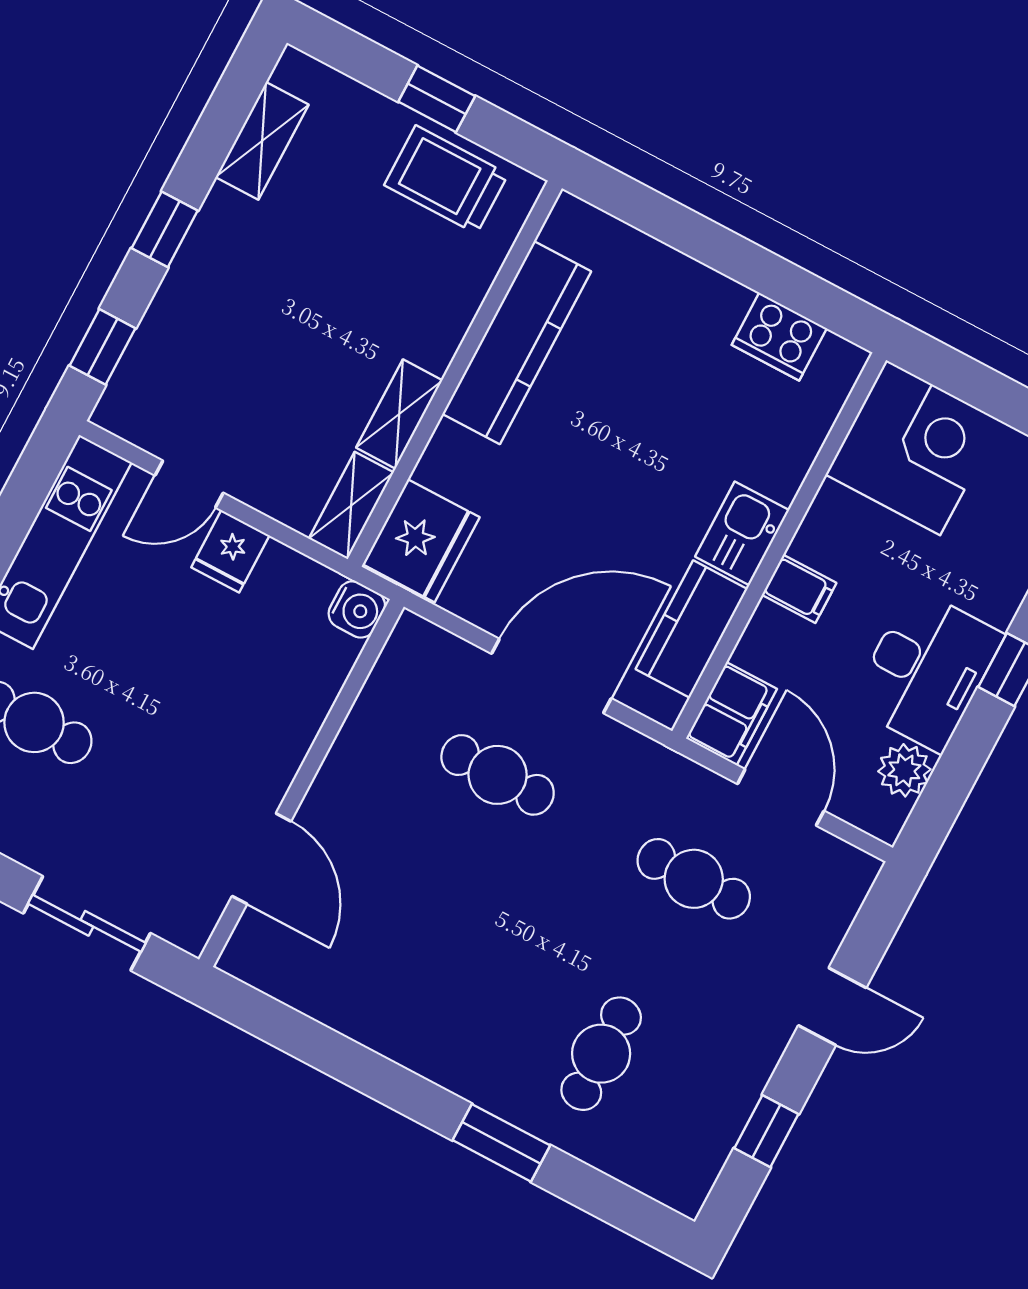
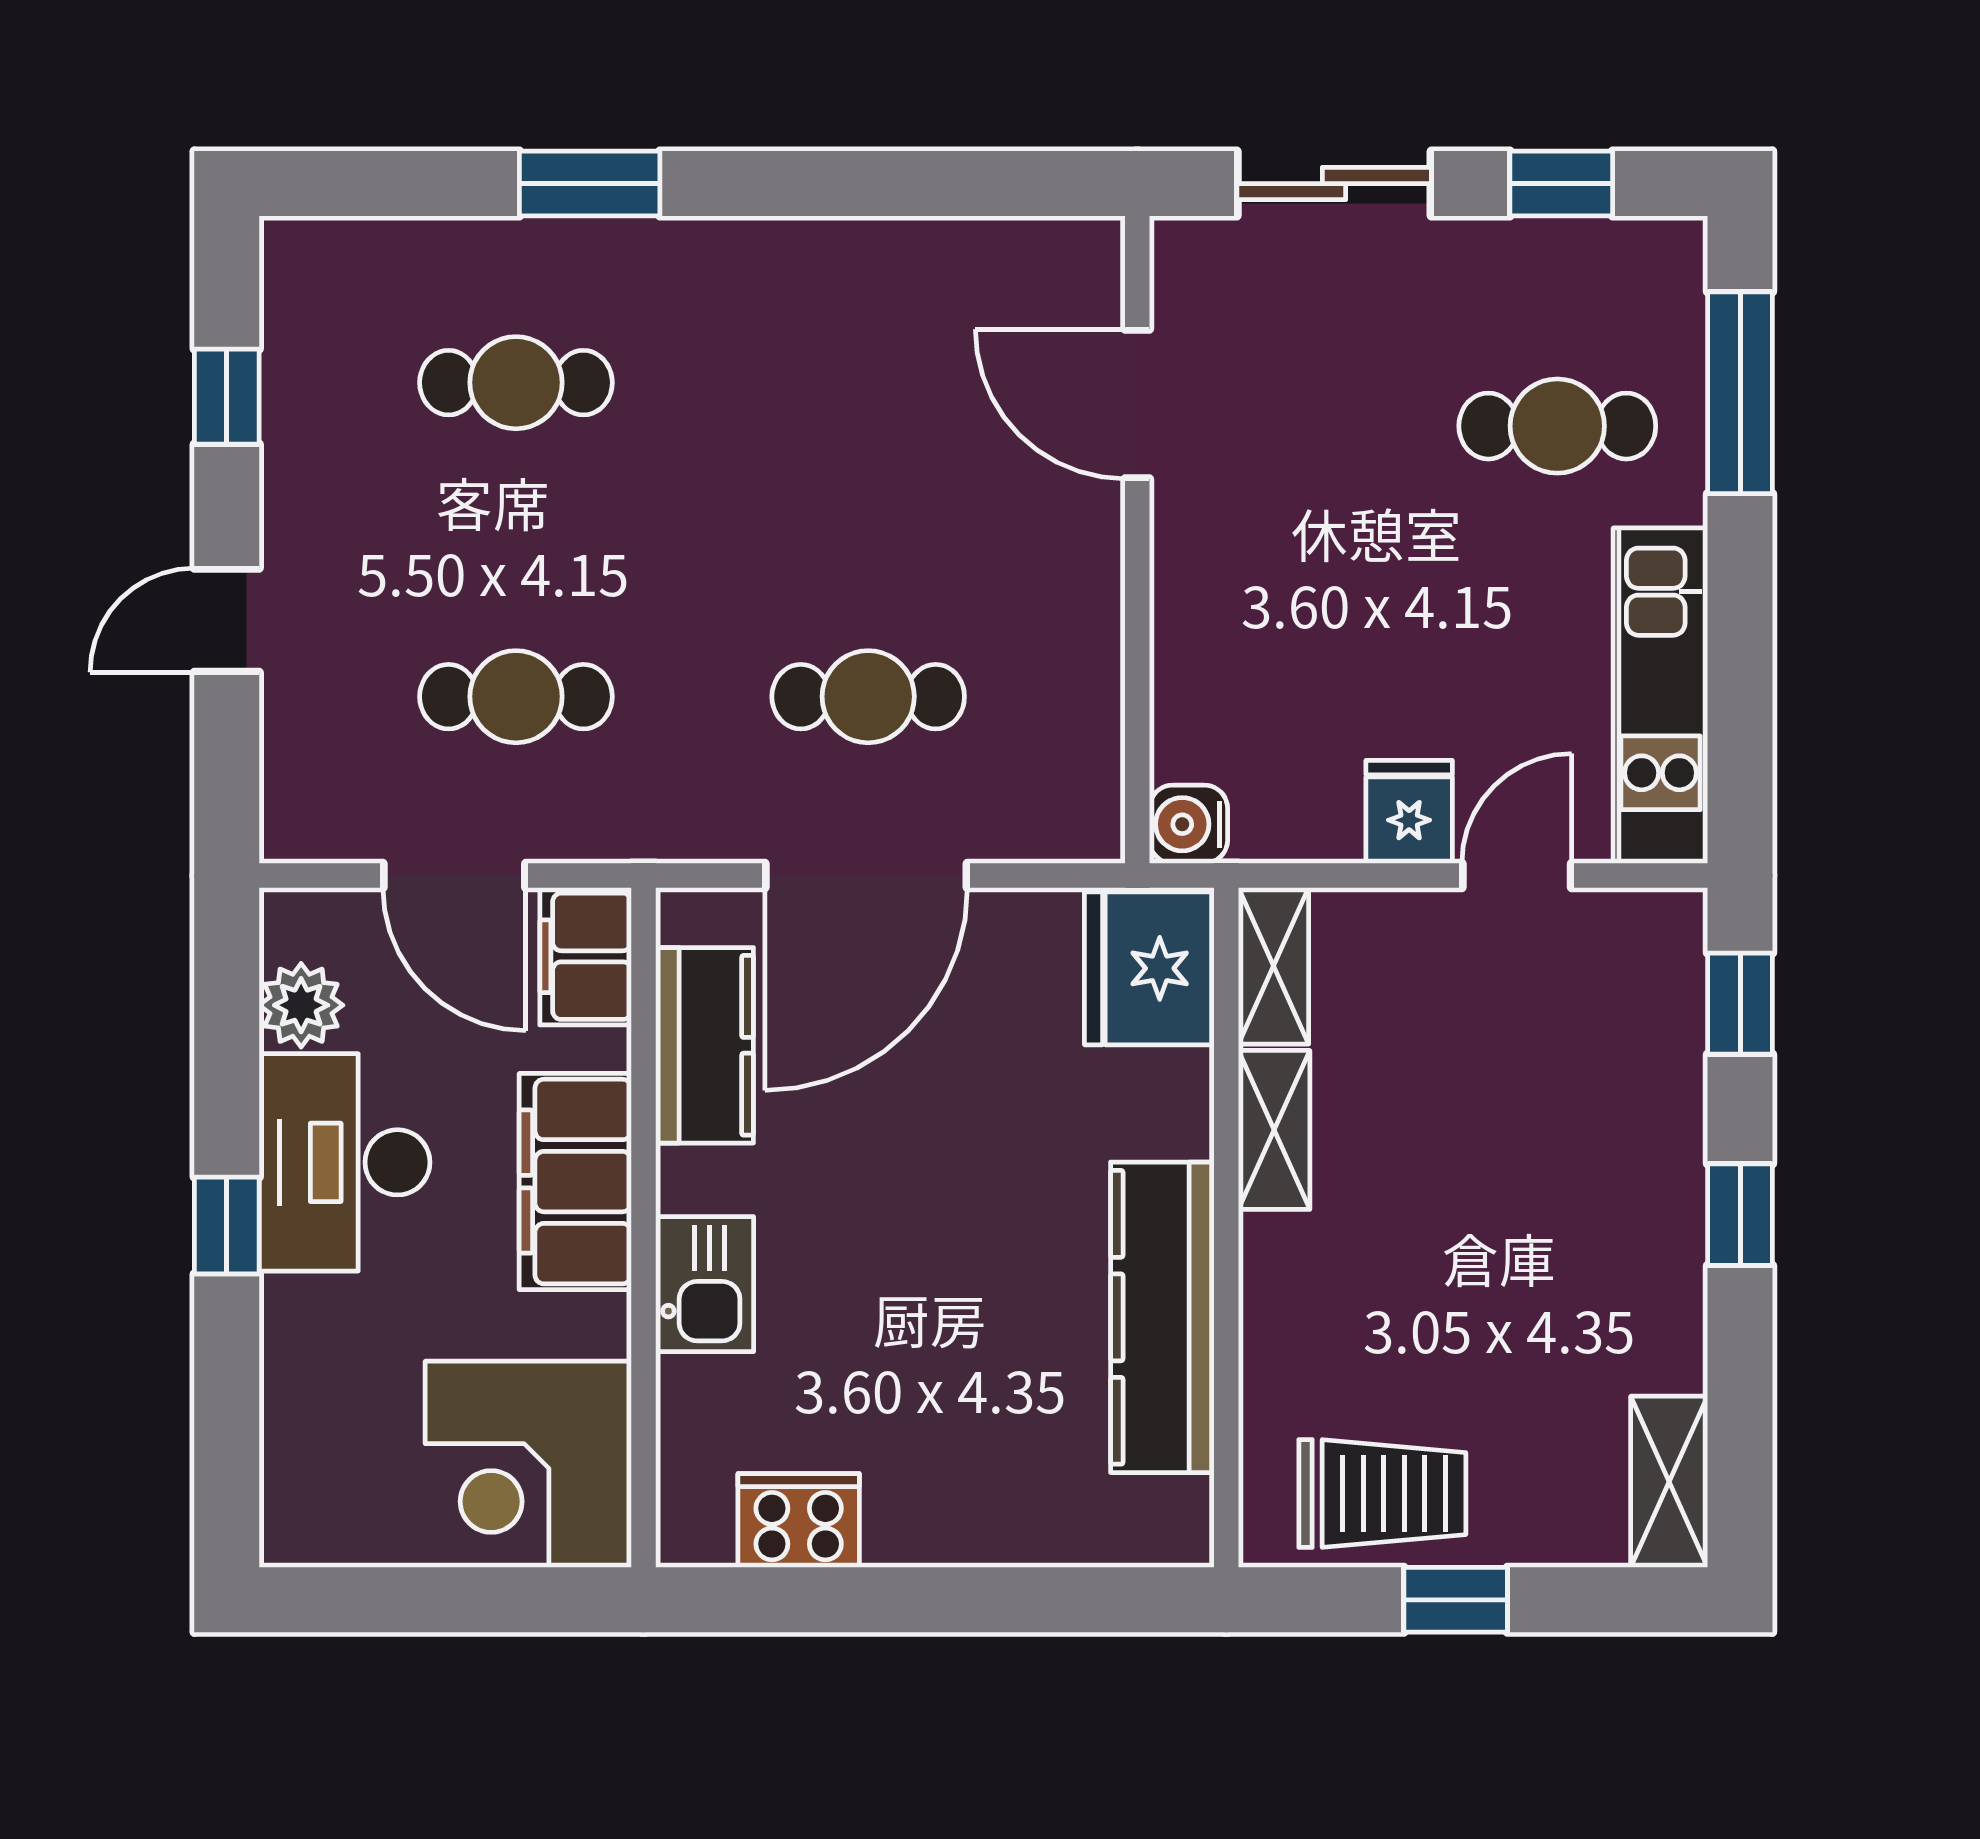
shelving: (262, 141) -> (1669, 1482), moved
kitchen sink: (742, 533) -> (705, 1284), moved
filing cabinet: (799, 589) -> (575, 1182), width x3.00, depth x1.17
cafe table: (601, 1054) -> (516, 383), turned 90

